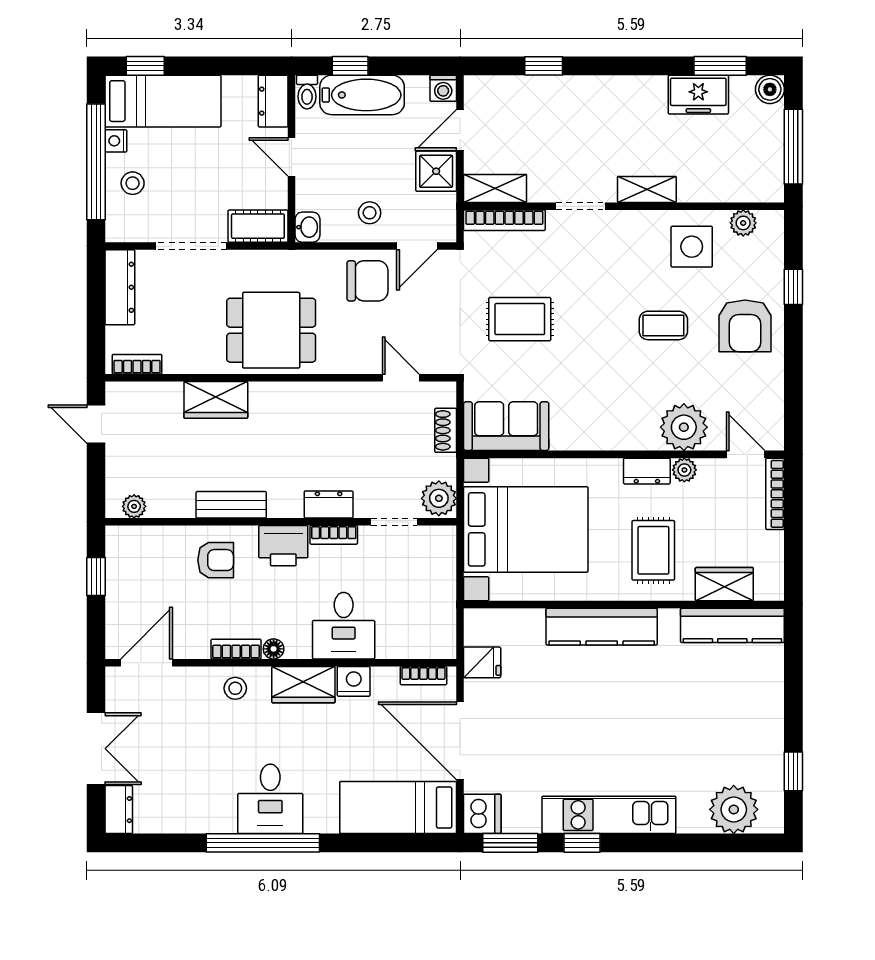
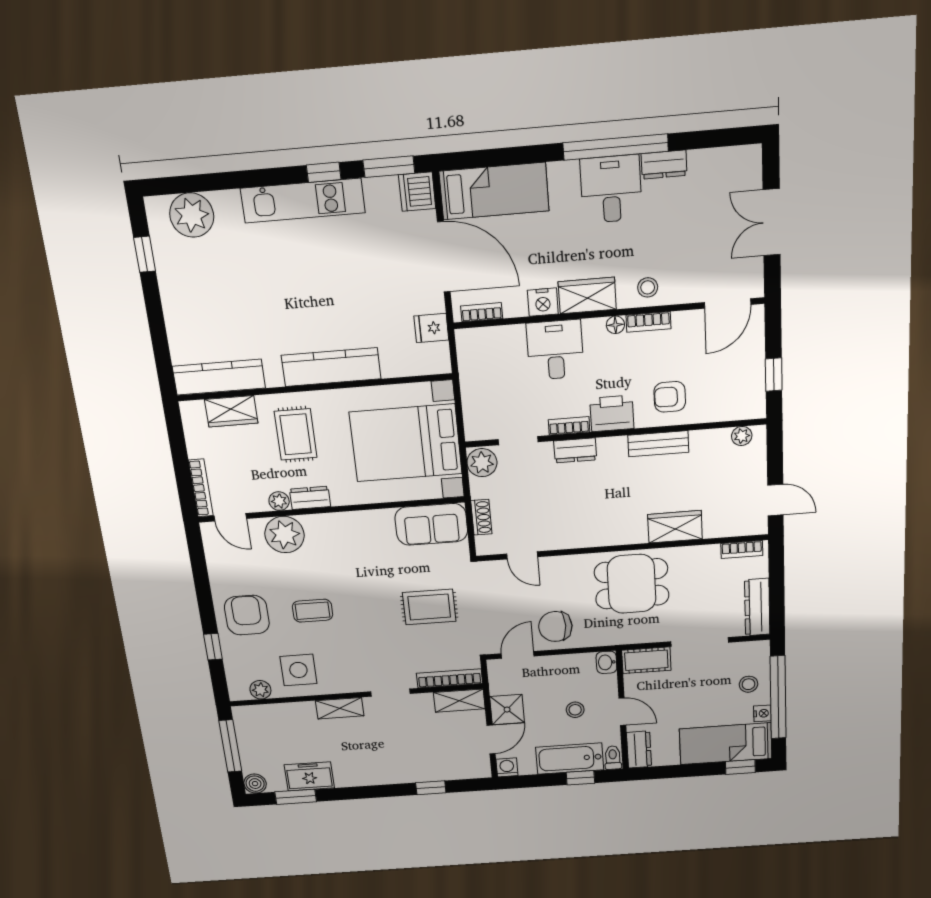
stool: (370, 213) -> (575, 710), moved
dresser: (119, 810) -> (664, 165), moved, turned -90

